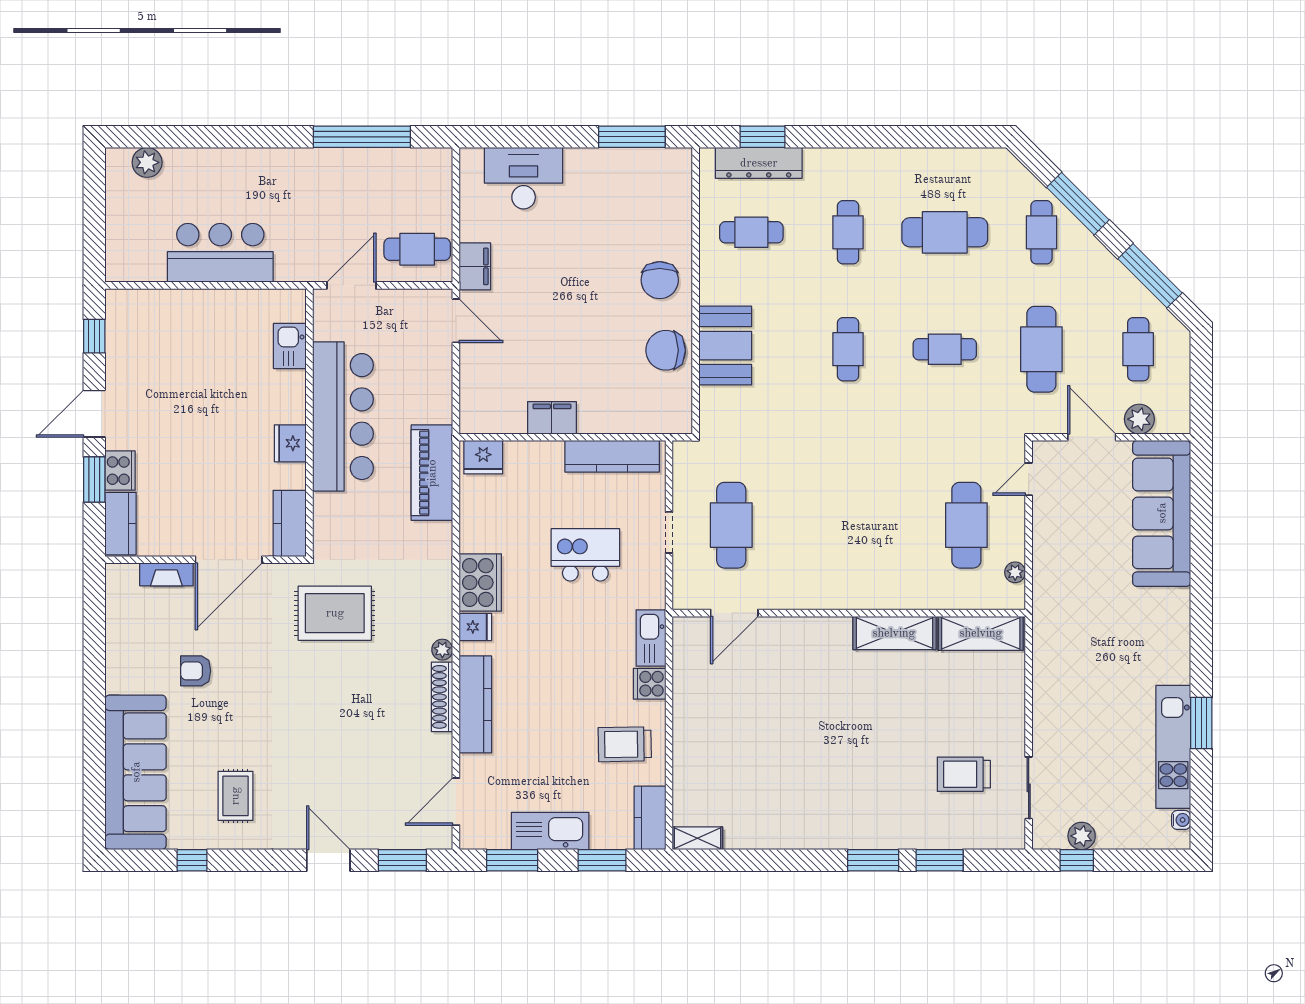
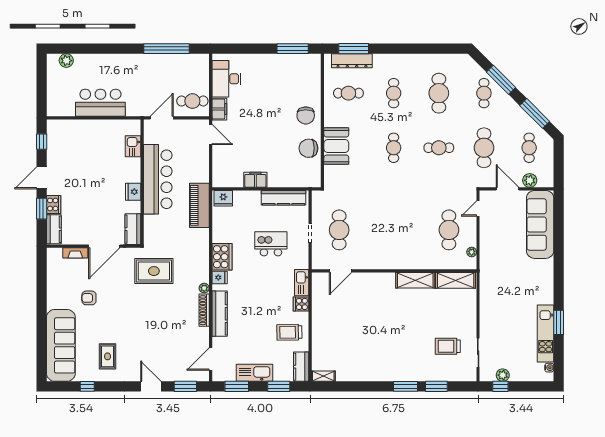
window: (762, 137) -> (354, 49), width x1.44
desk: (524, 178) -> (226, 79), moved, turned -90
cafe table: (945, 232) -> (439, 93), turned 90

